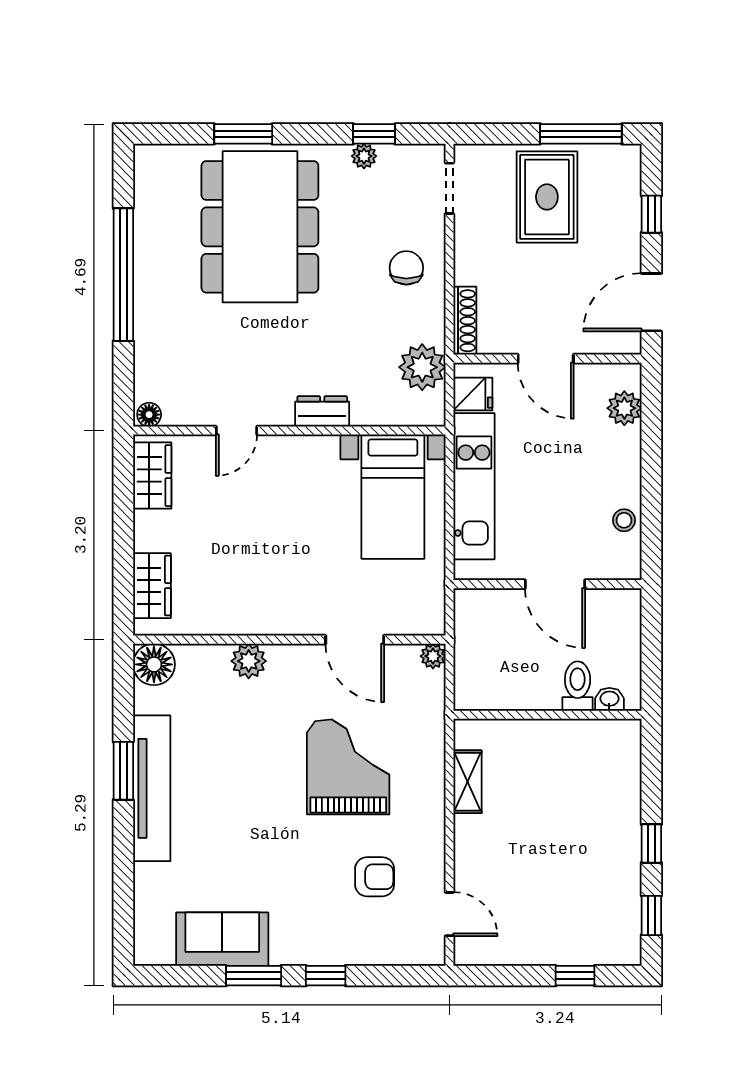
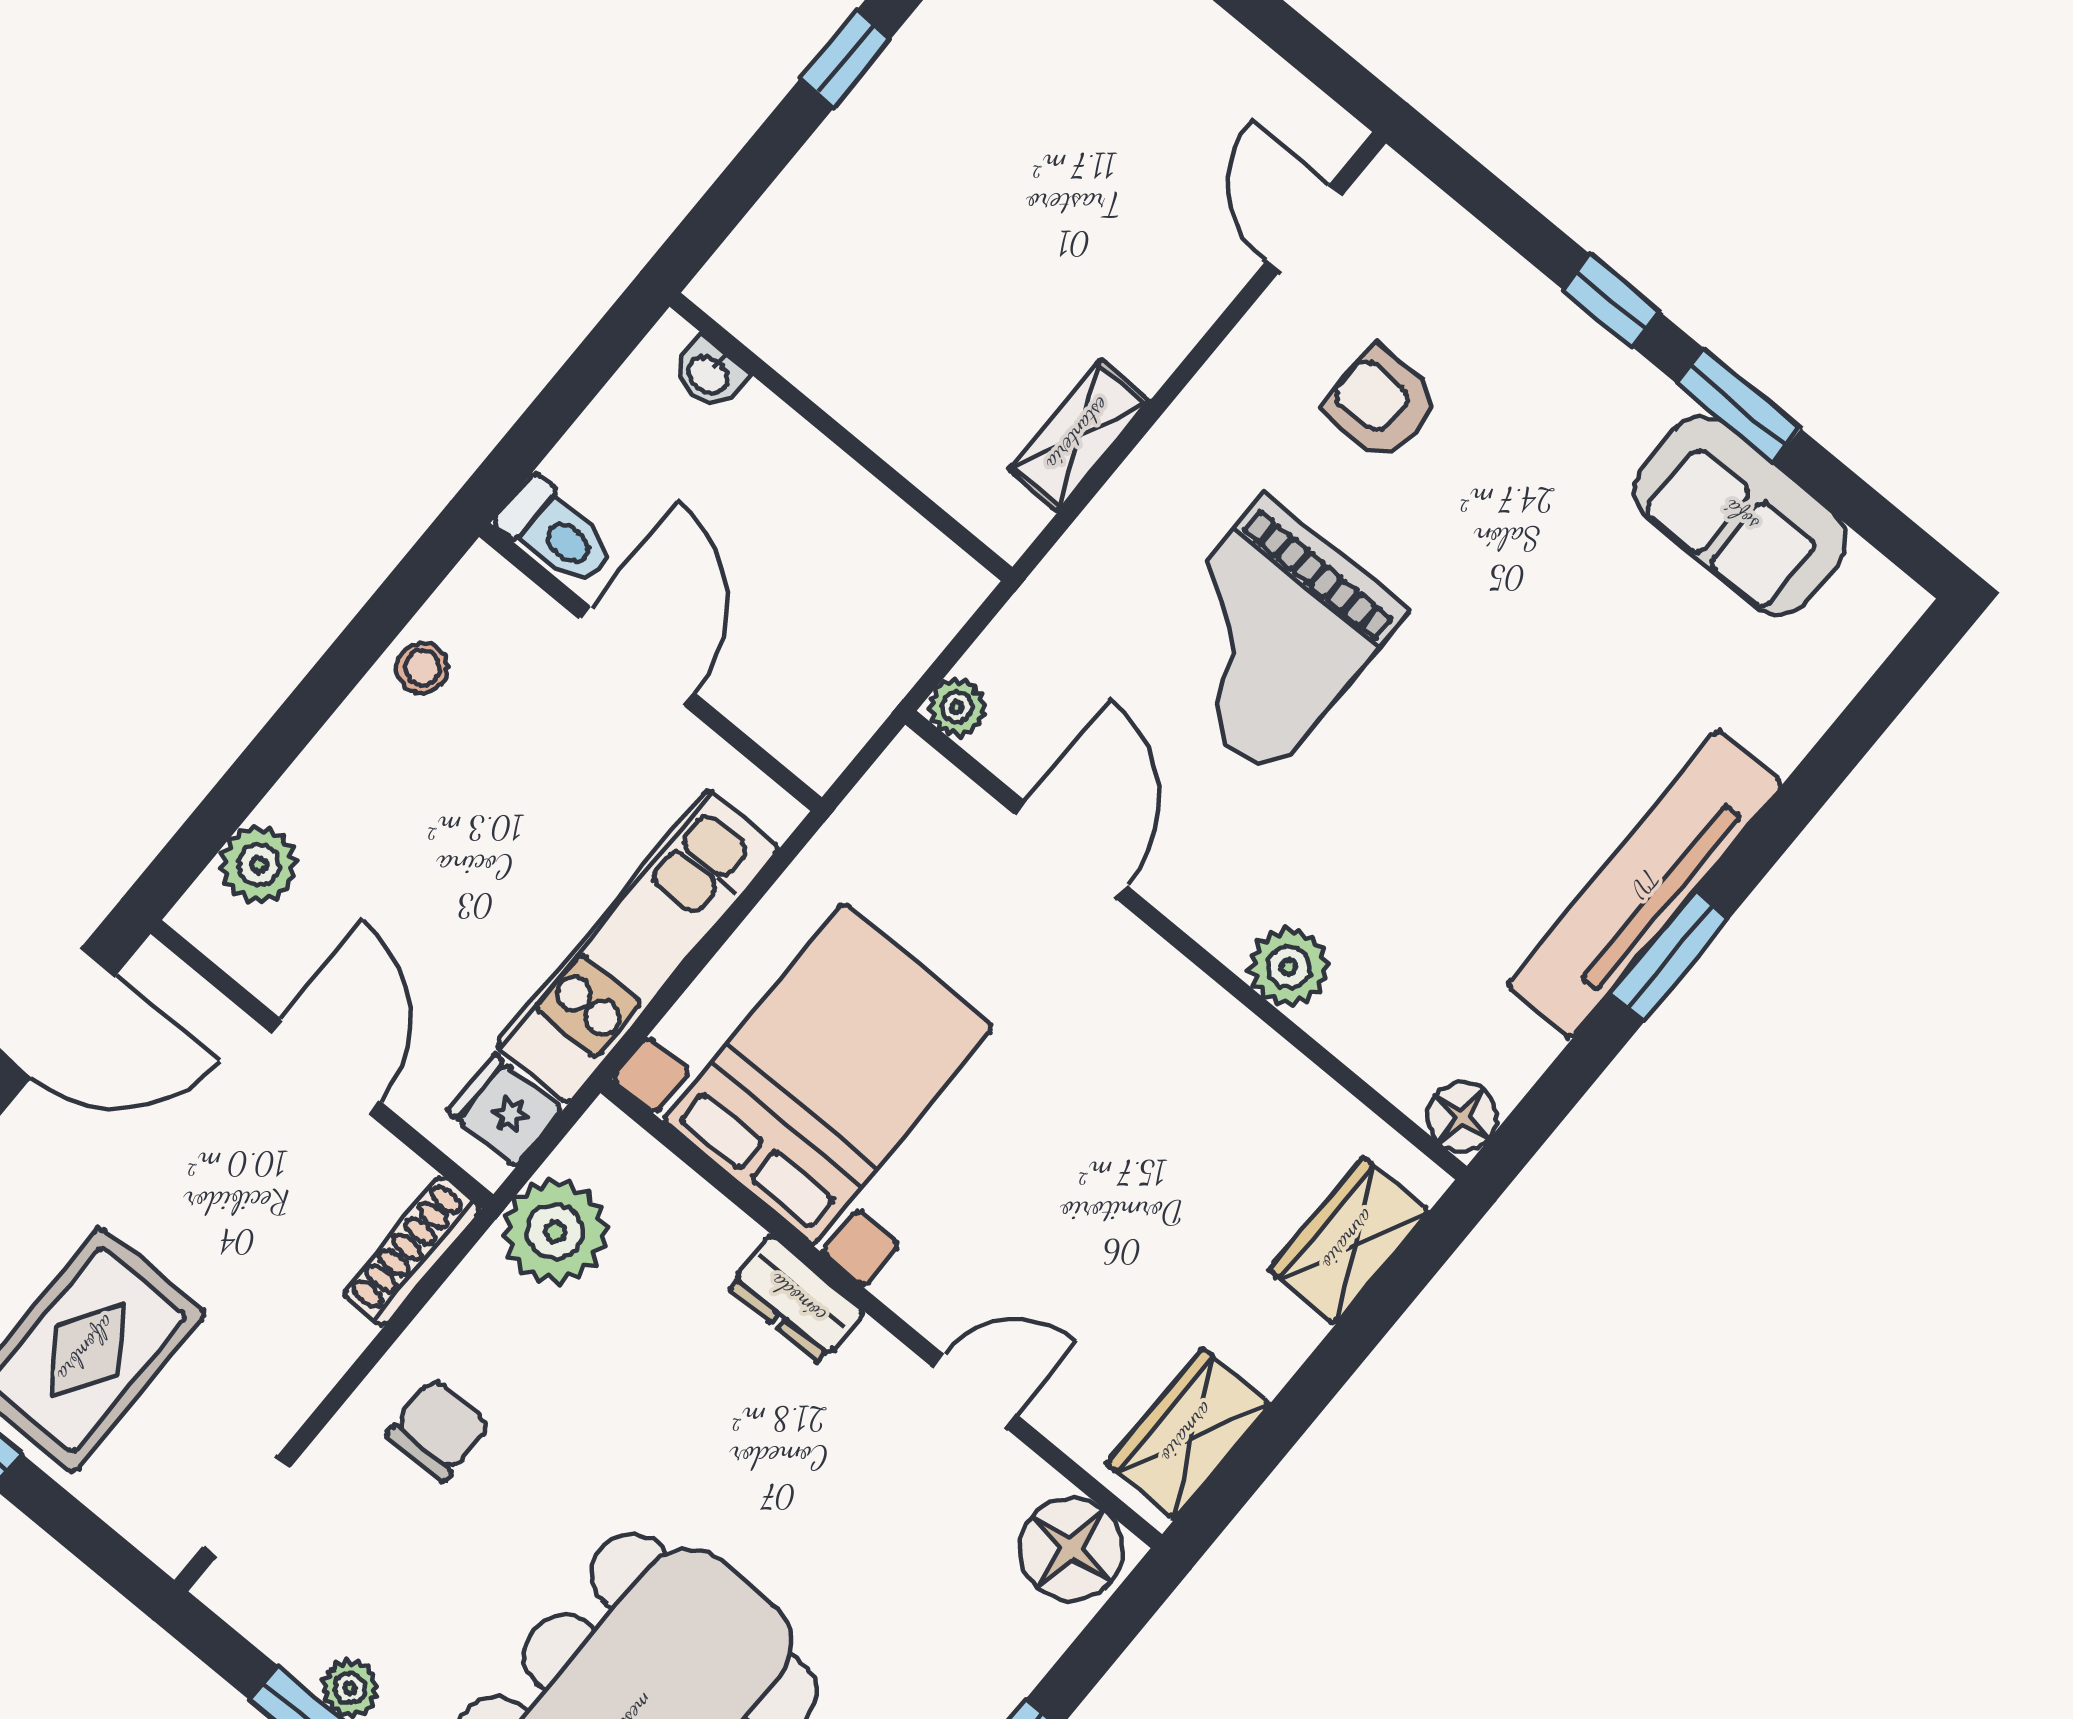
chair: (406, 268) -> (438, 1430), turned 180
floor lamp: (149, 415) -> (1071, 1549), width x1.89, depth x1.89
bed with nightstands: (393, 497) -> (828, 1074), width x1.36
floor lamp: (154, 664) -> (1462, 1117), width x0.73, depth x0.73
toilet: (578, 686) -> (556, 533), moved, turned -90

